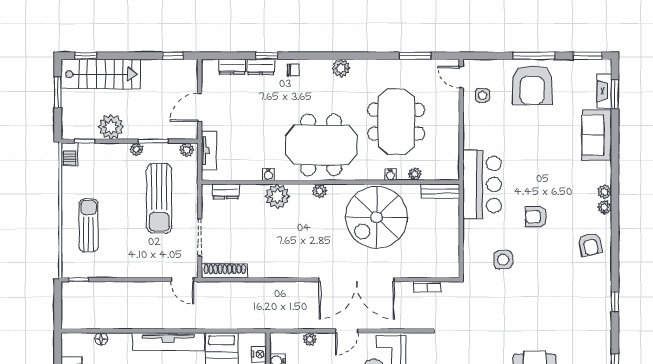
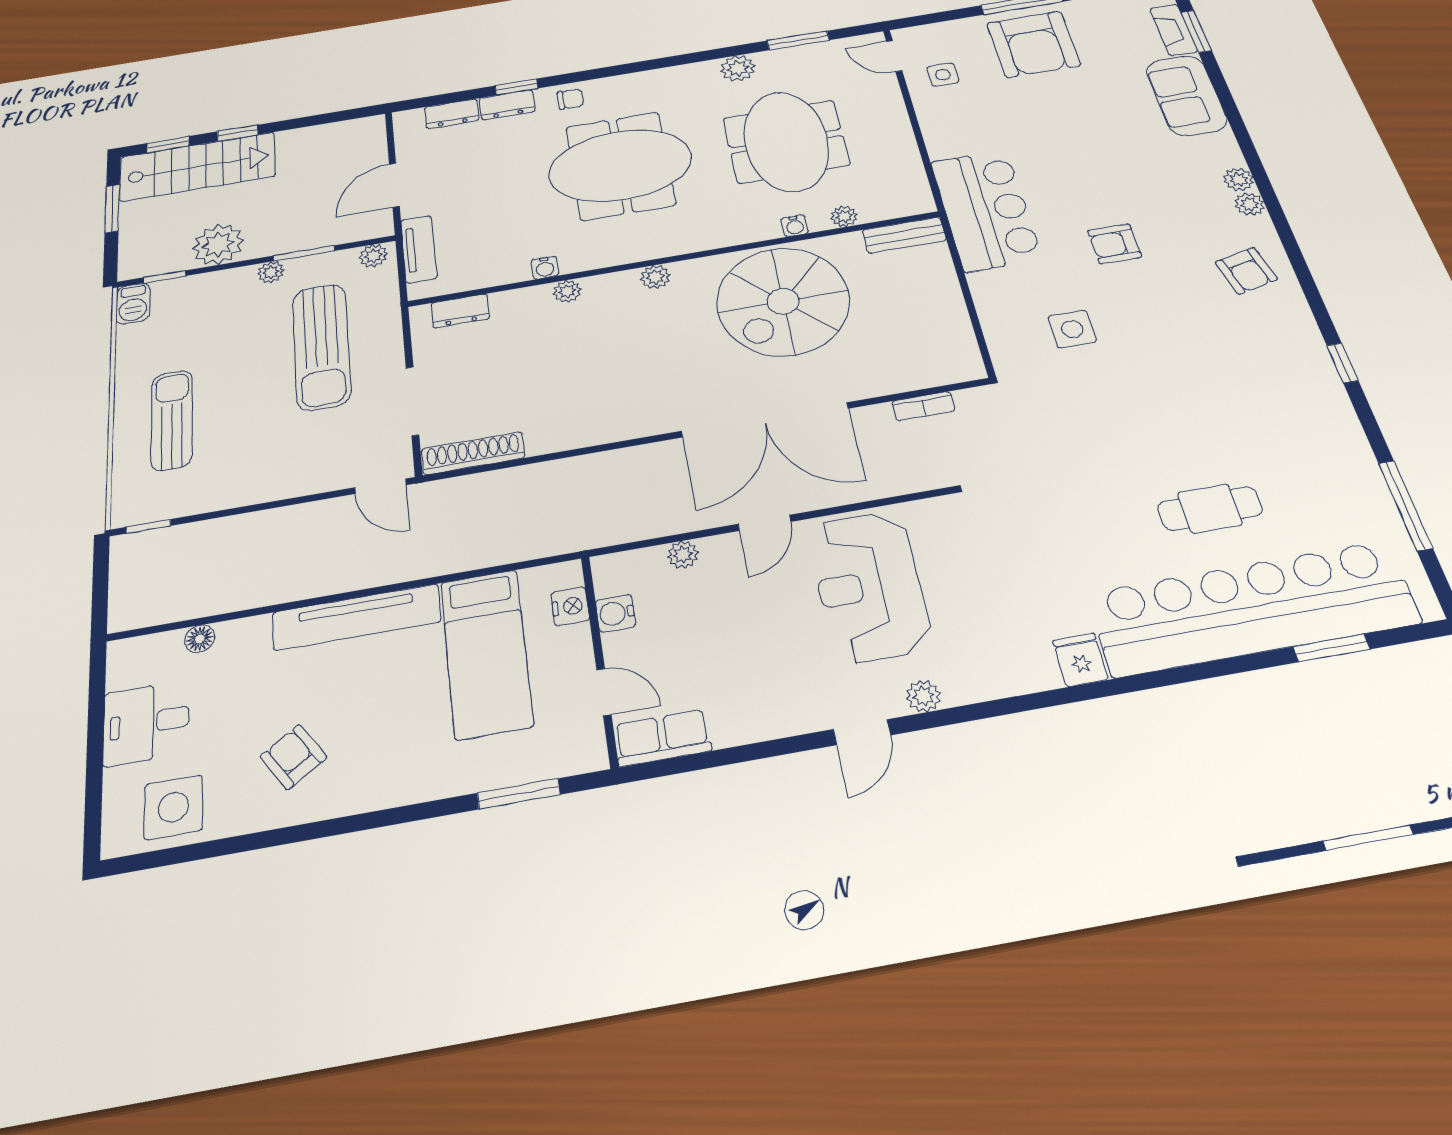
window: (173, 56) -> (238, 133), moved
plant: (341, 68) -> (738, 68), moved
meeting table: (321, 145) -> (620, 166), moved
plant: (277, 196) -> (567, 291), width x0.53, depth x0.53

